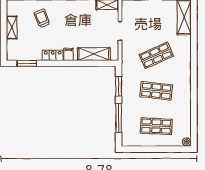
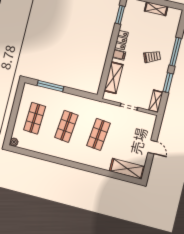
trolley: (42, 18) -> (152, 57), moved
shop shelf: (156, 55) -> (98, 134), turned 30
window: (119, 86) -> (79, 93), removed

